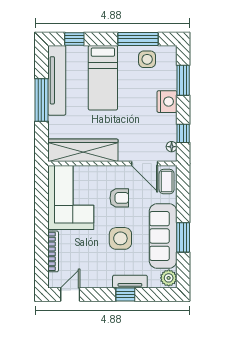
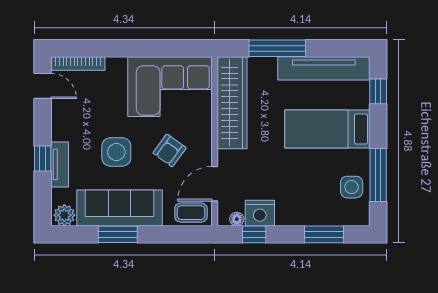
window: (41, 100) -> (277, 48), moved
nightstand: (167, 102) -> (260, 213), moved
armchair: (119, 198) -> (170, 150), turned 36
bookcase: (53, 251) -> (78, 64), moved

